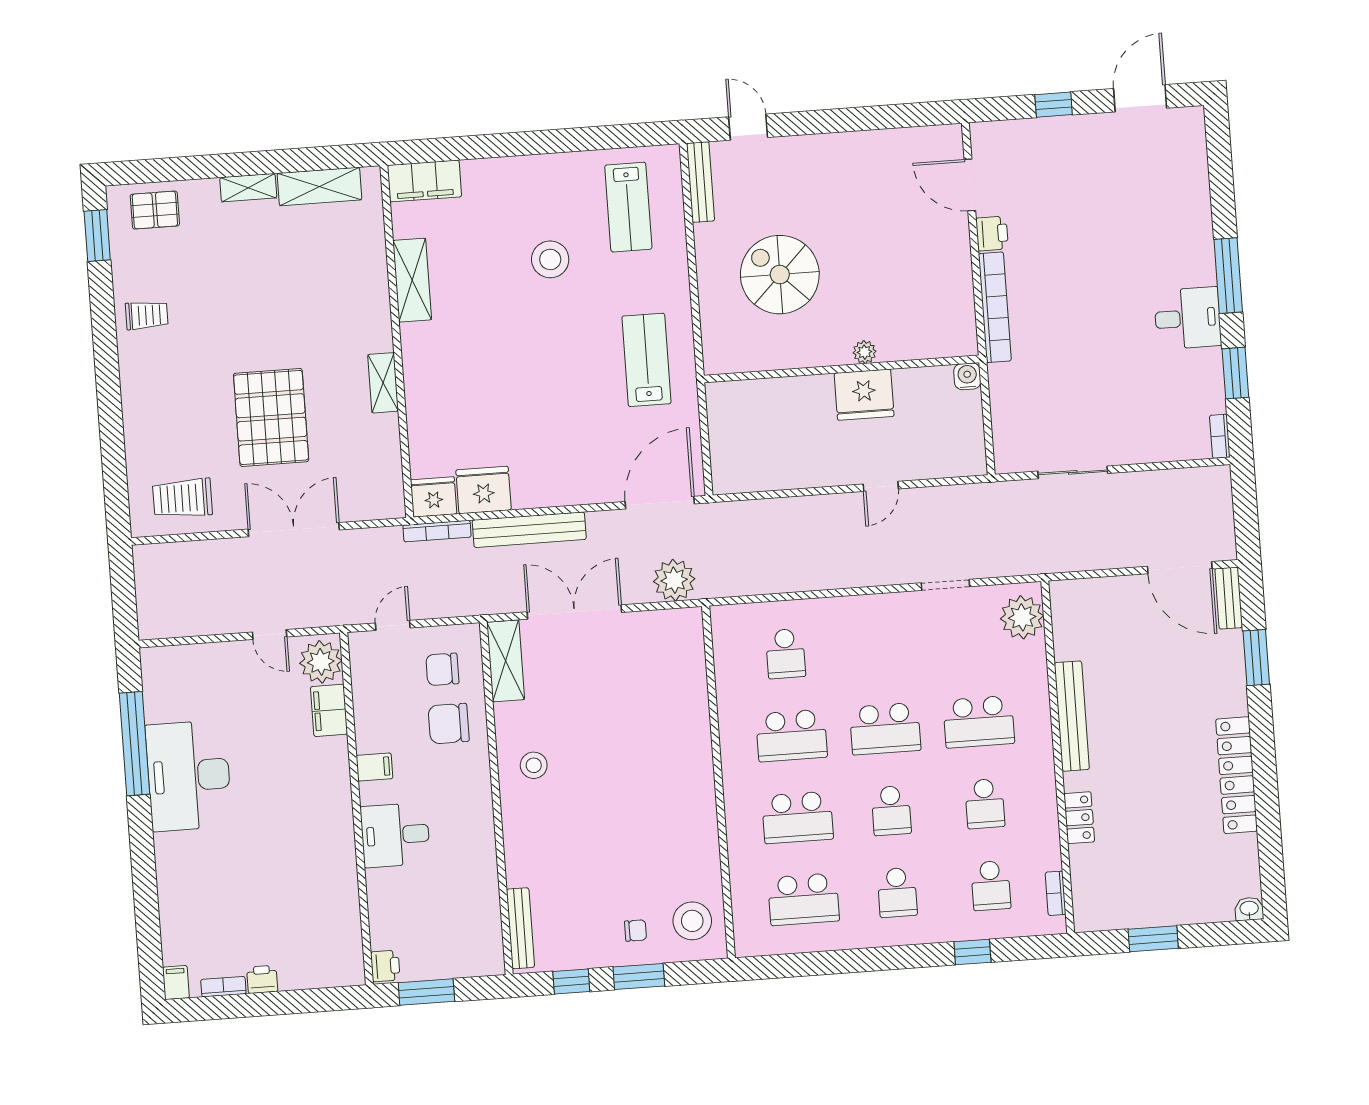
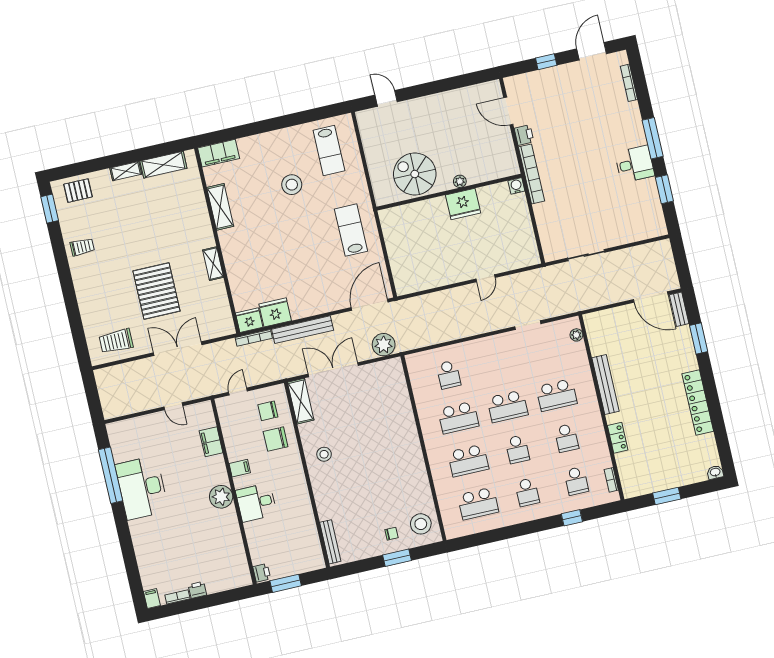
bench: (701, 182) -> (365, 131), removed
plant: (864, 352) -> (460, 181), moved
wall: (842, 369) -> (449, 192), moved
water cooler: (967, 376) -> (516, 186), moved
fridge: (864, 395) -> (463, 204), moved
bookcase: (1220, 436) -> (629, 83), moved, width x1.56
plant: (1022, 617) -> (576, 335), width x0.53, depth x0.53
plant: (321, 662) -> (221, 497), moved
window: (571, 981) -> (362, 566), removed

